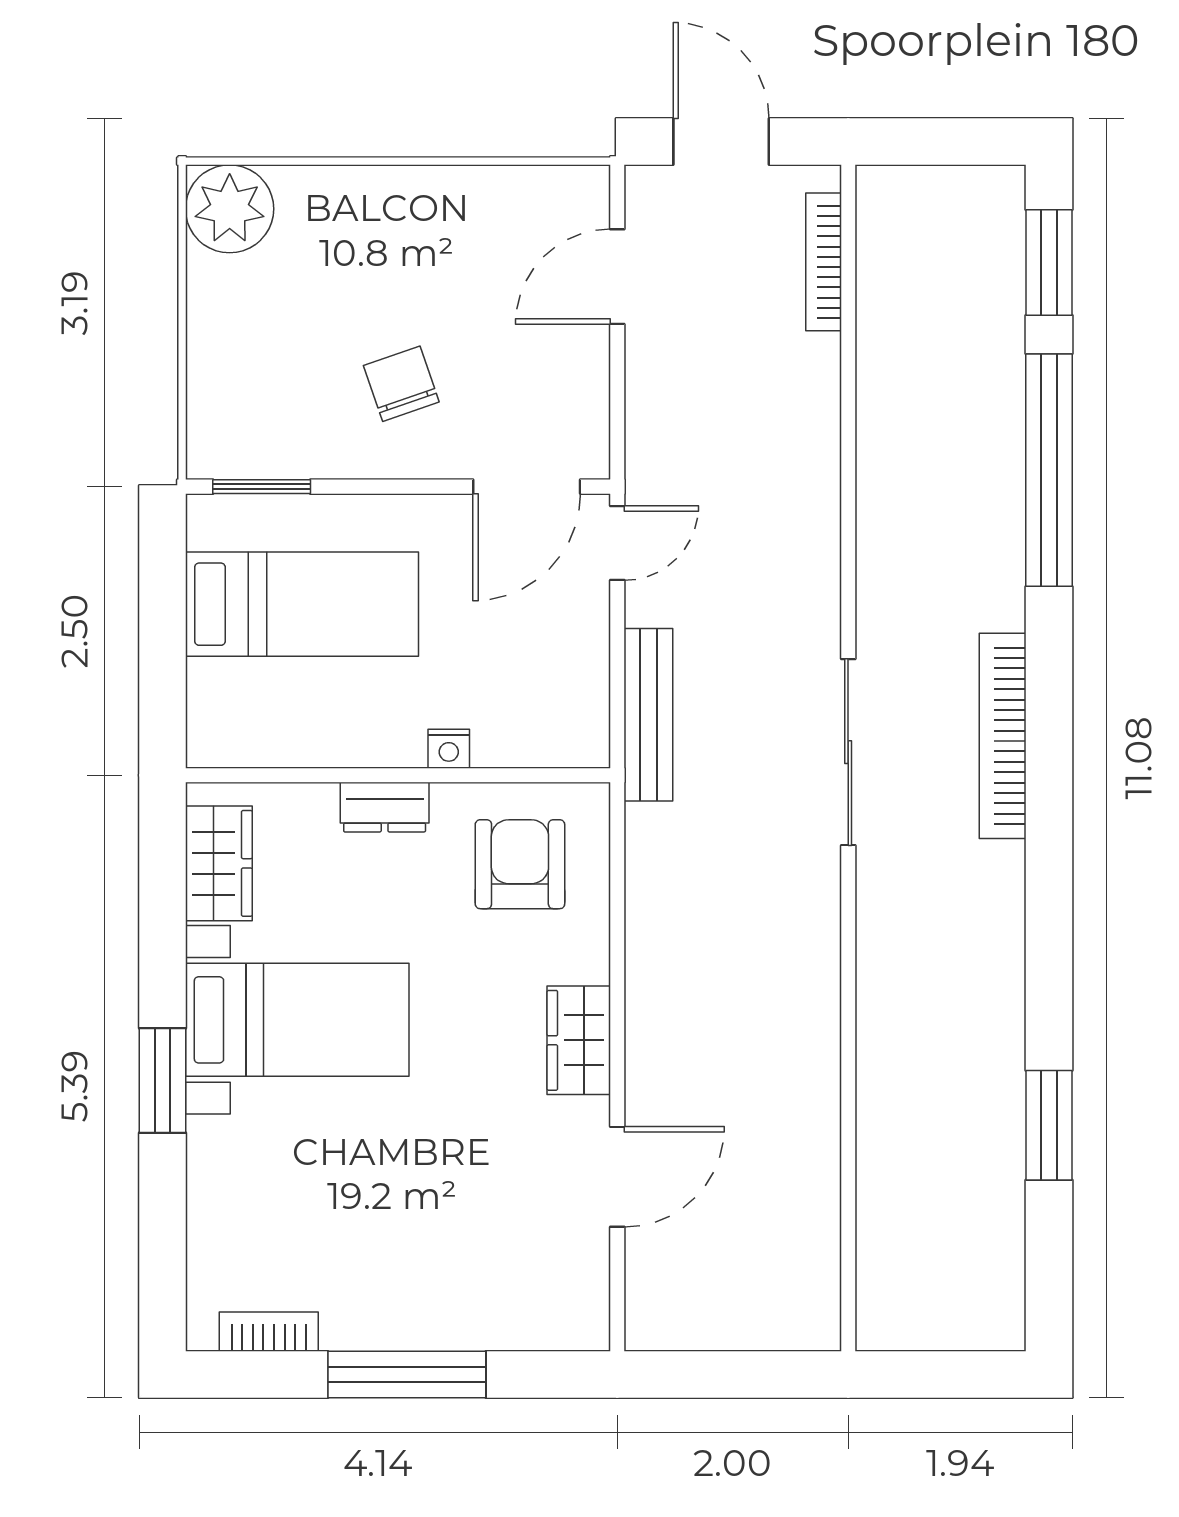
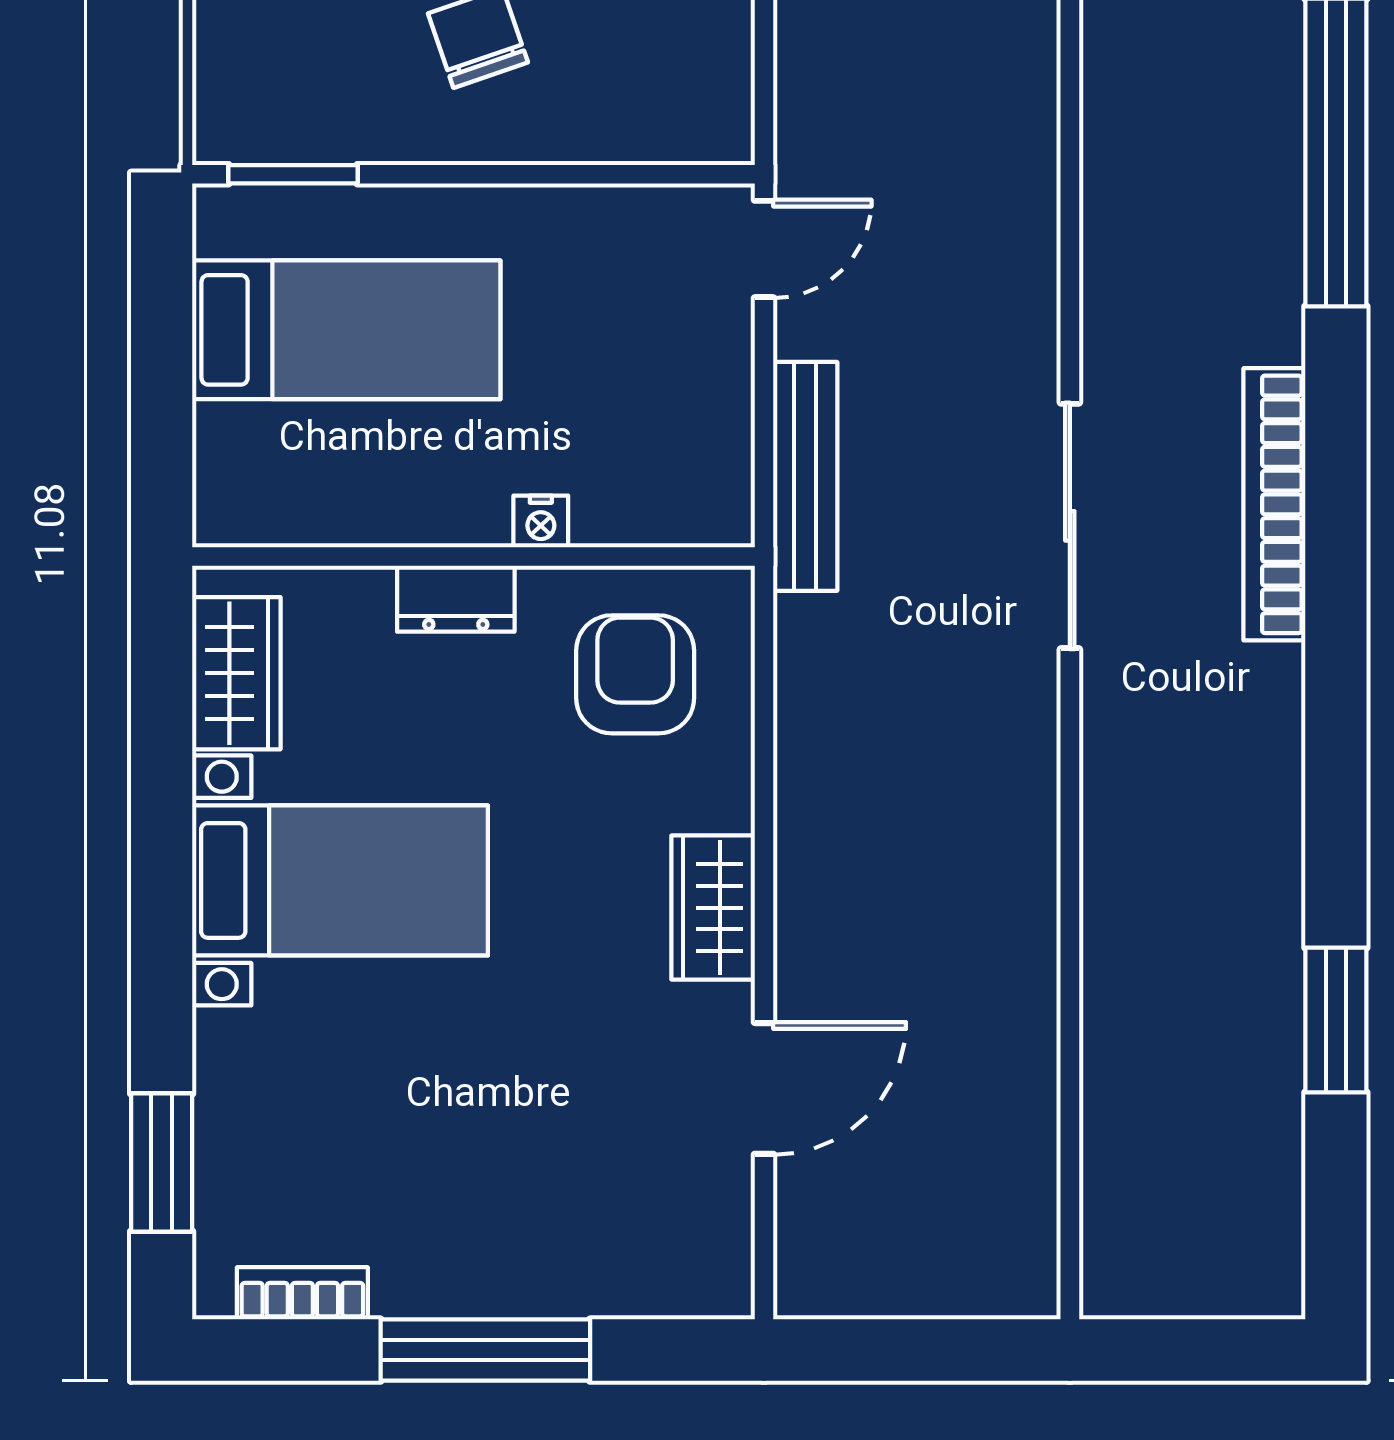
door: (527, 487) -> (644, 174), removed
window: (162, 1081) -> (162, 1163), moved

